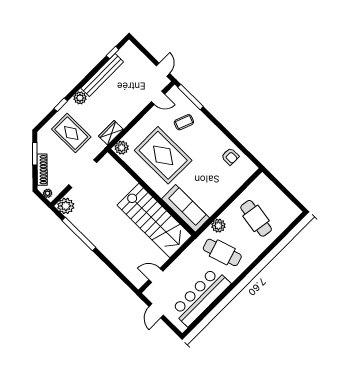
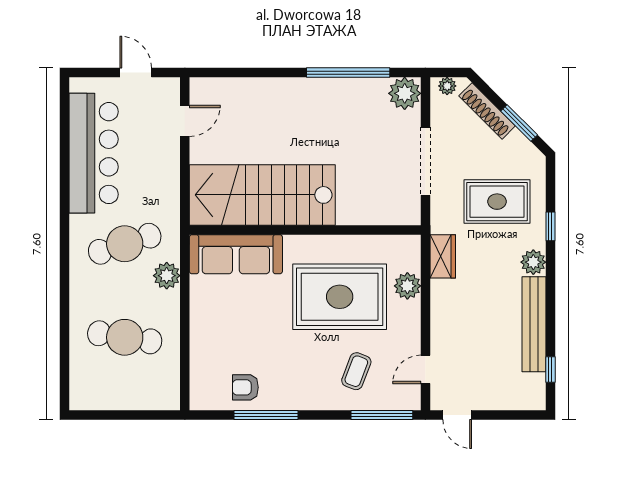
window: (233, 139) -> (266, 415), added
plant: (122, 148) -> (407, 286), moved

